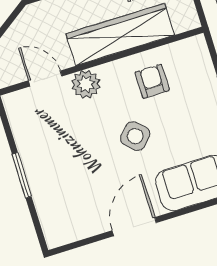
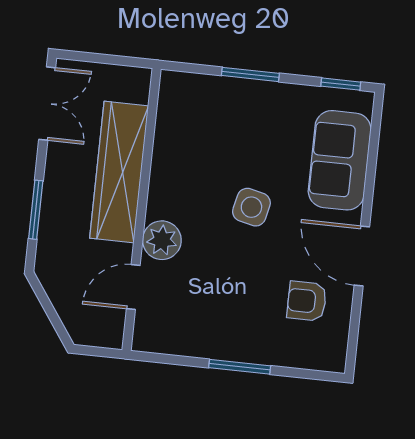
armchair: (152, 81) -> (307, 301), moved
side table: (135, 136) -> (251, 207), turned -31

